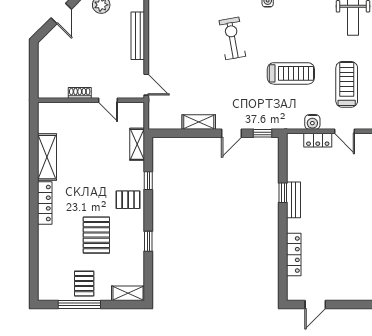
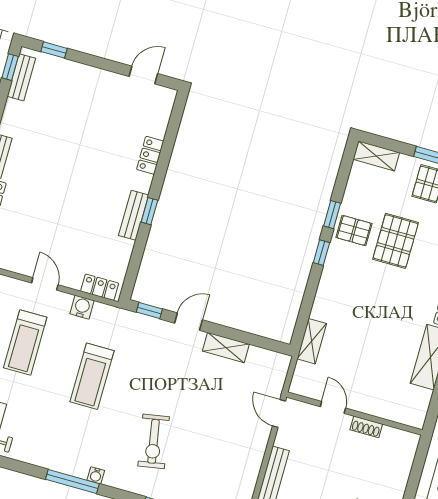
treadmill: (291, 73) -> (92, 376), turned -90
locker: (318, 140) -> (100, 287), moved
window: (148, 181) -> (321, 253), moved
window: (283, 193) -> (149, 211), moved
pallet: (128, 200) -> (354, 230), moved
locker: (294, 255) -> (150, 155), width x0.66

